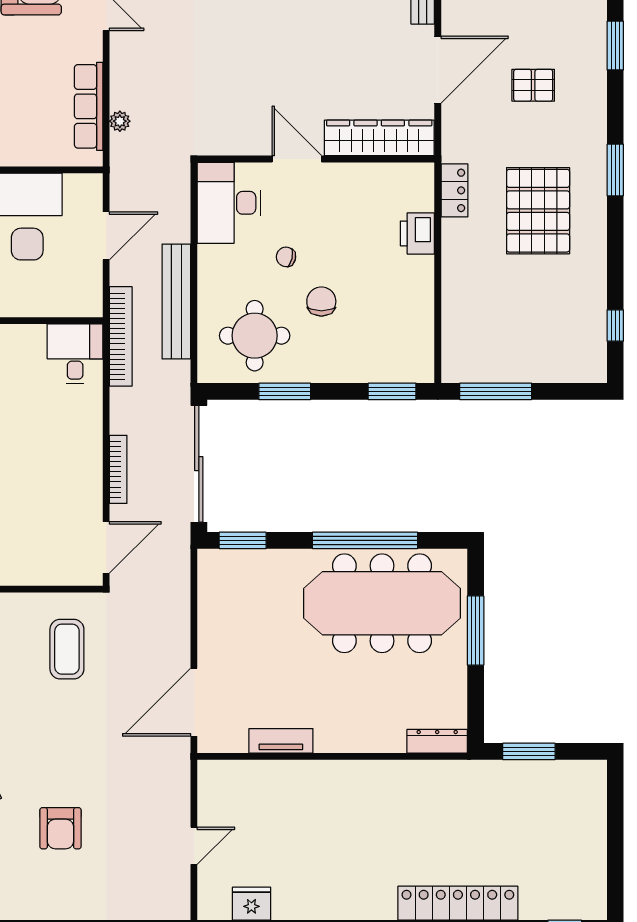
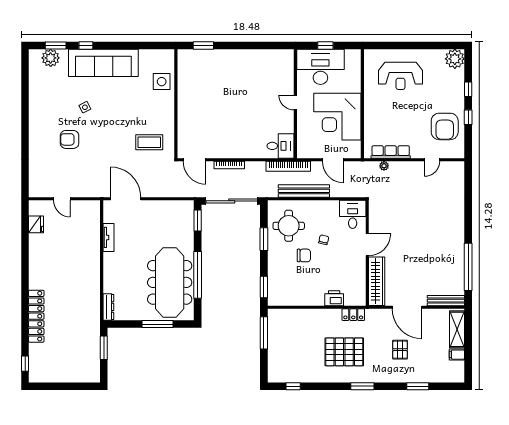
desk: (229, 203) -> (353, 214), width x0.73

